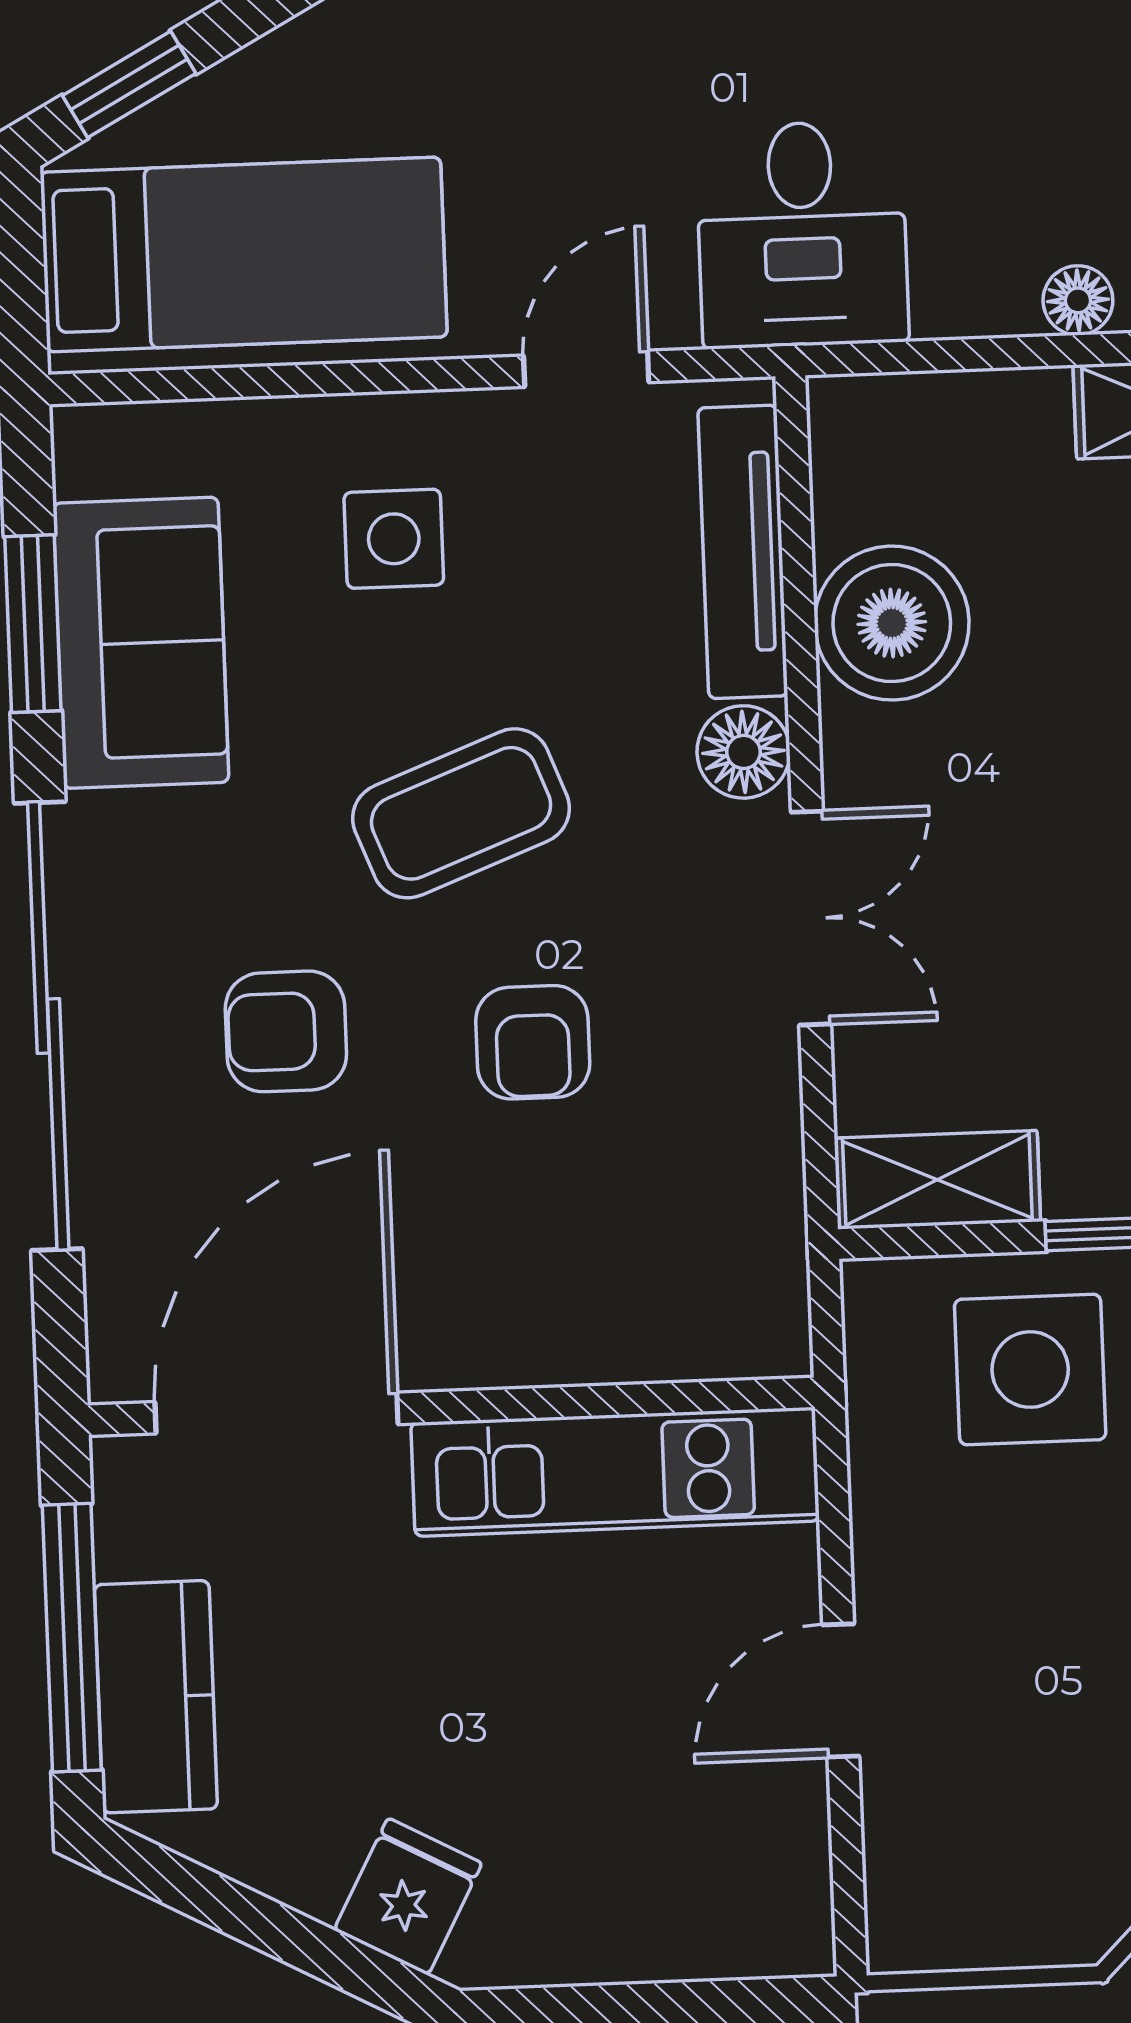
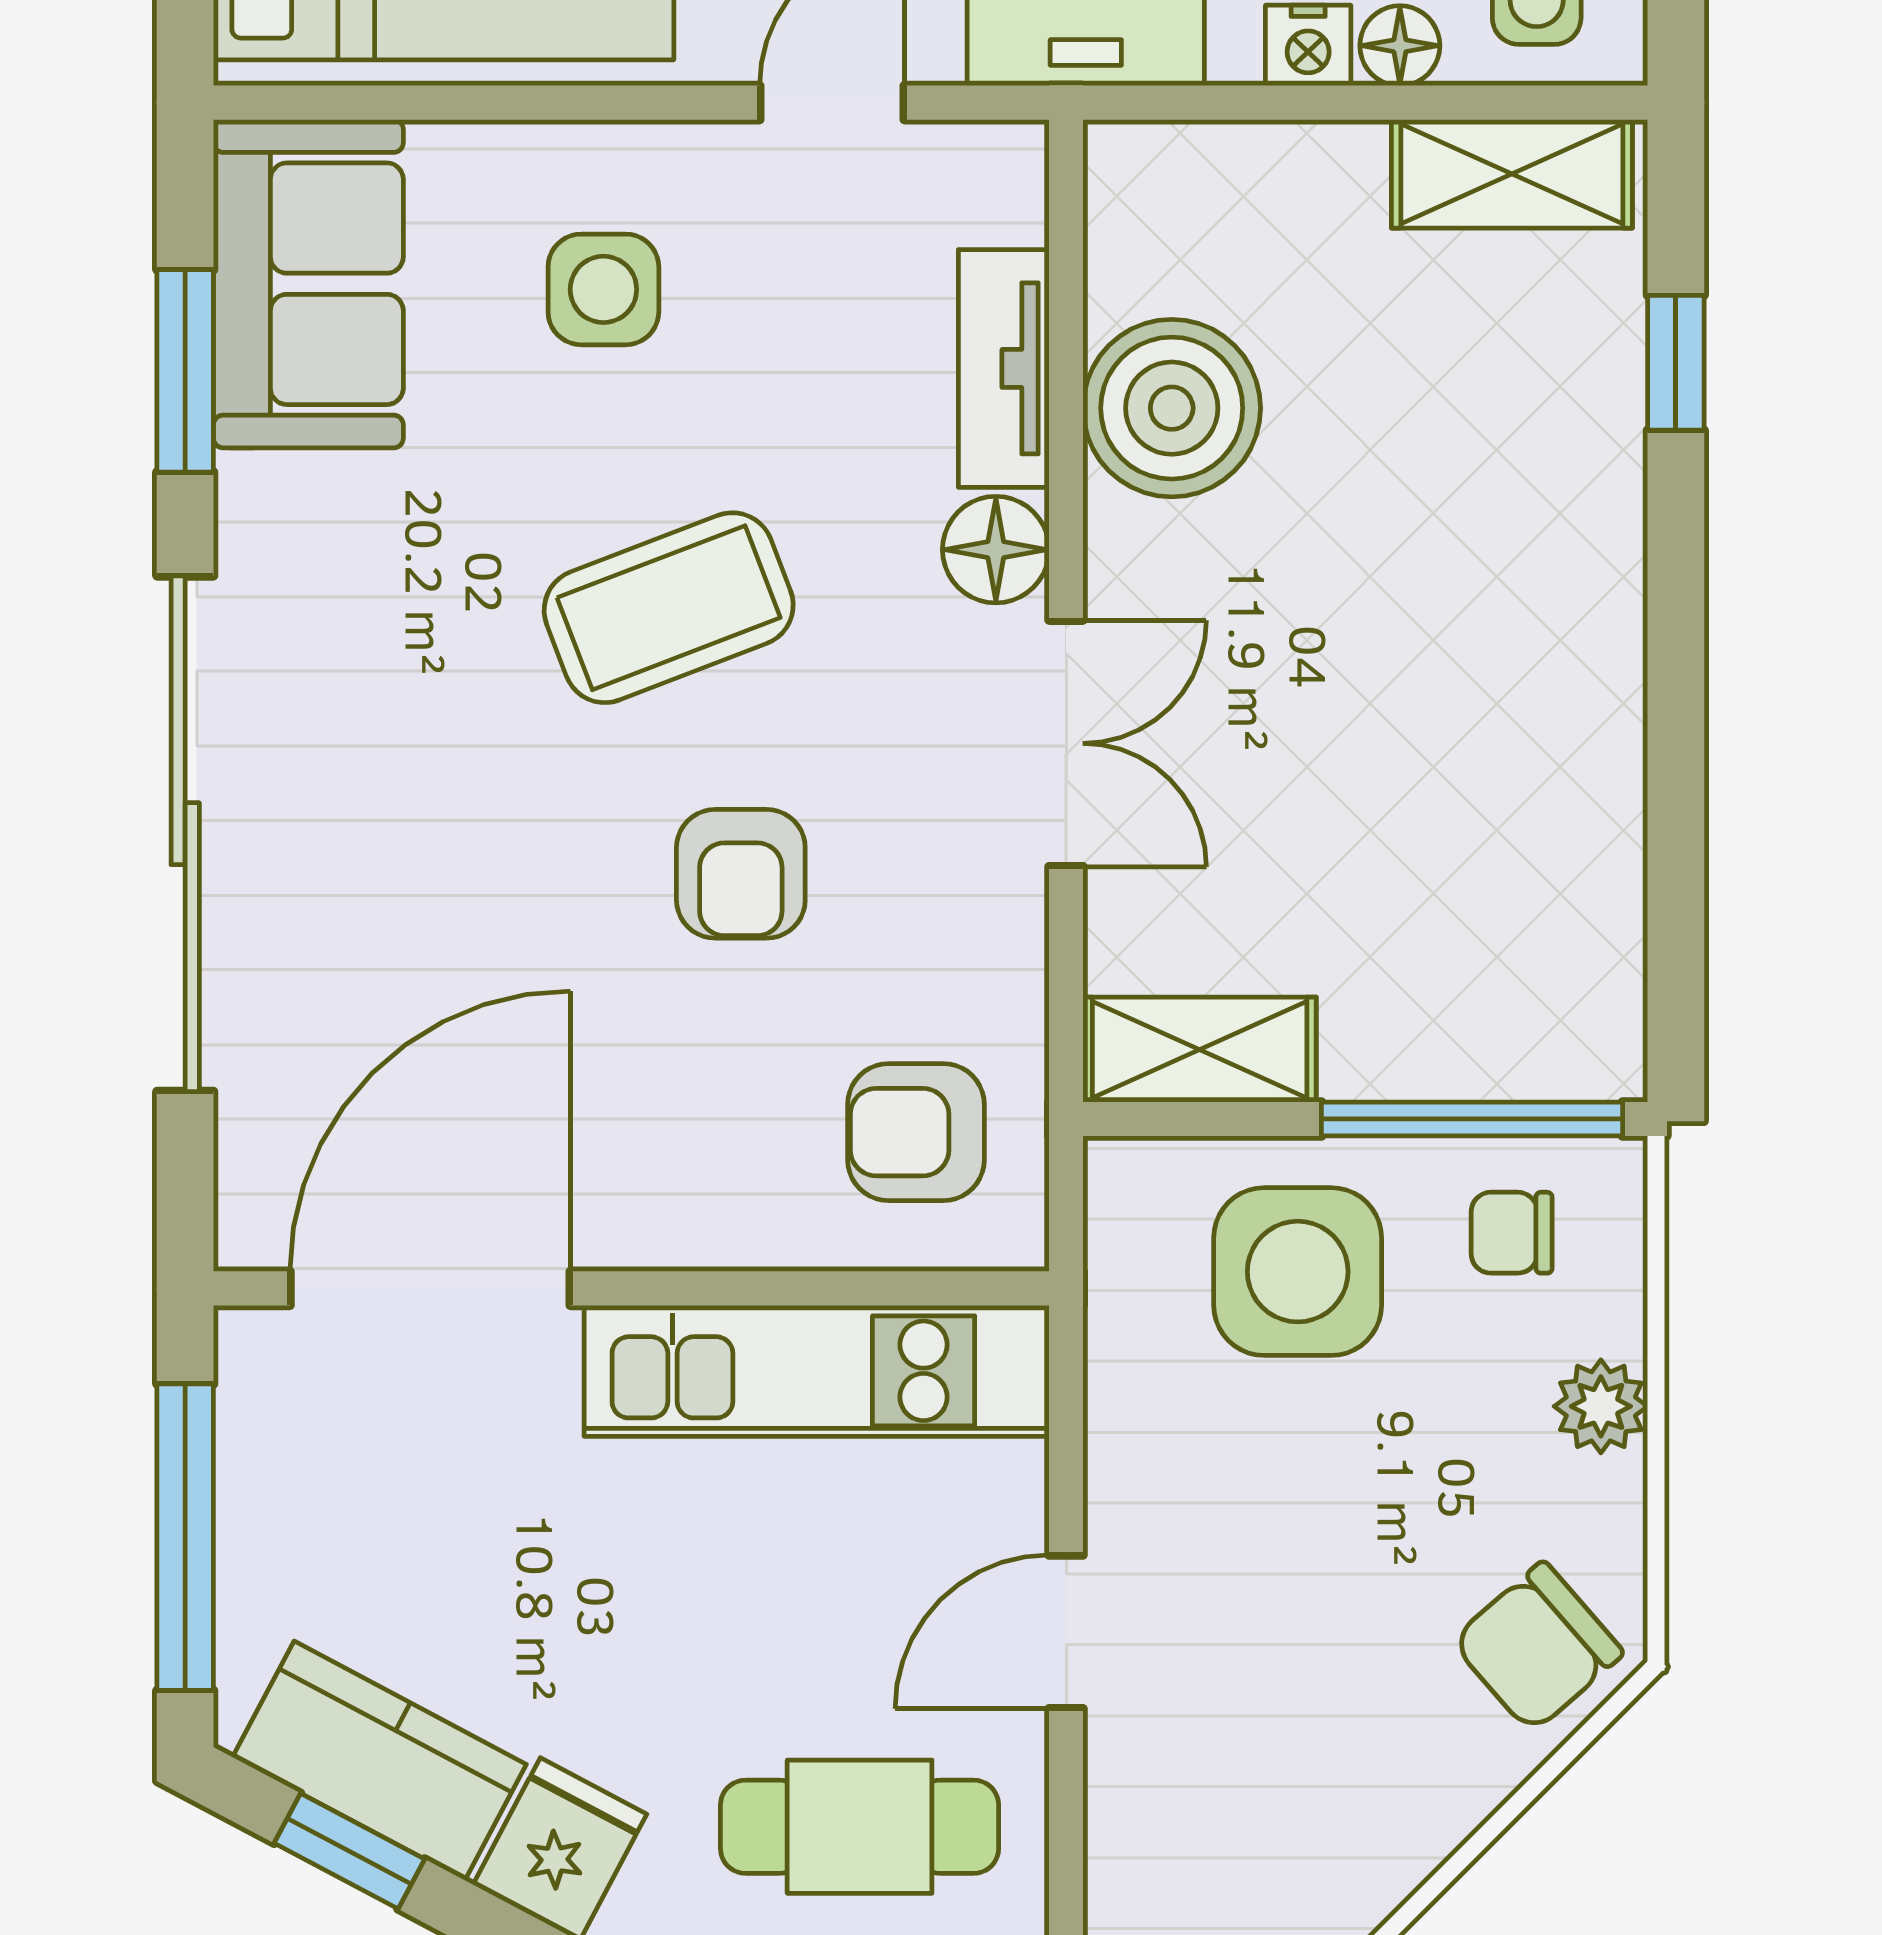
nightstand: (998, 303) -> (1308, 45), added
tv unit: (743, 552) -> (1004, 368), width x0.71
sofa: (141, 643) -> (308, 284), moved
armchair: (286, 1031) -> (916, 1132), moved
kitchen counter: (156, 1697) -> (379, 1761), moved, turned -62
cafe table: (668, 1867) -> (860, 1827), added
window: (225, 1905) -> (349, 1851), added

